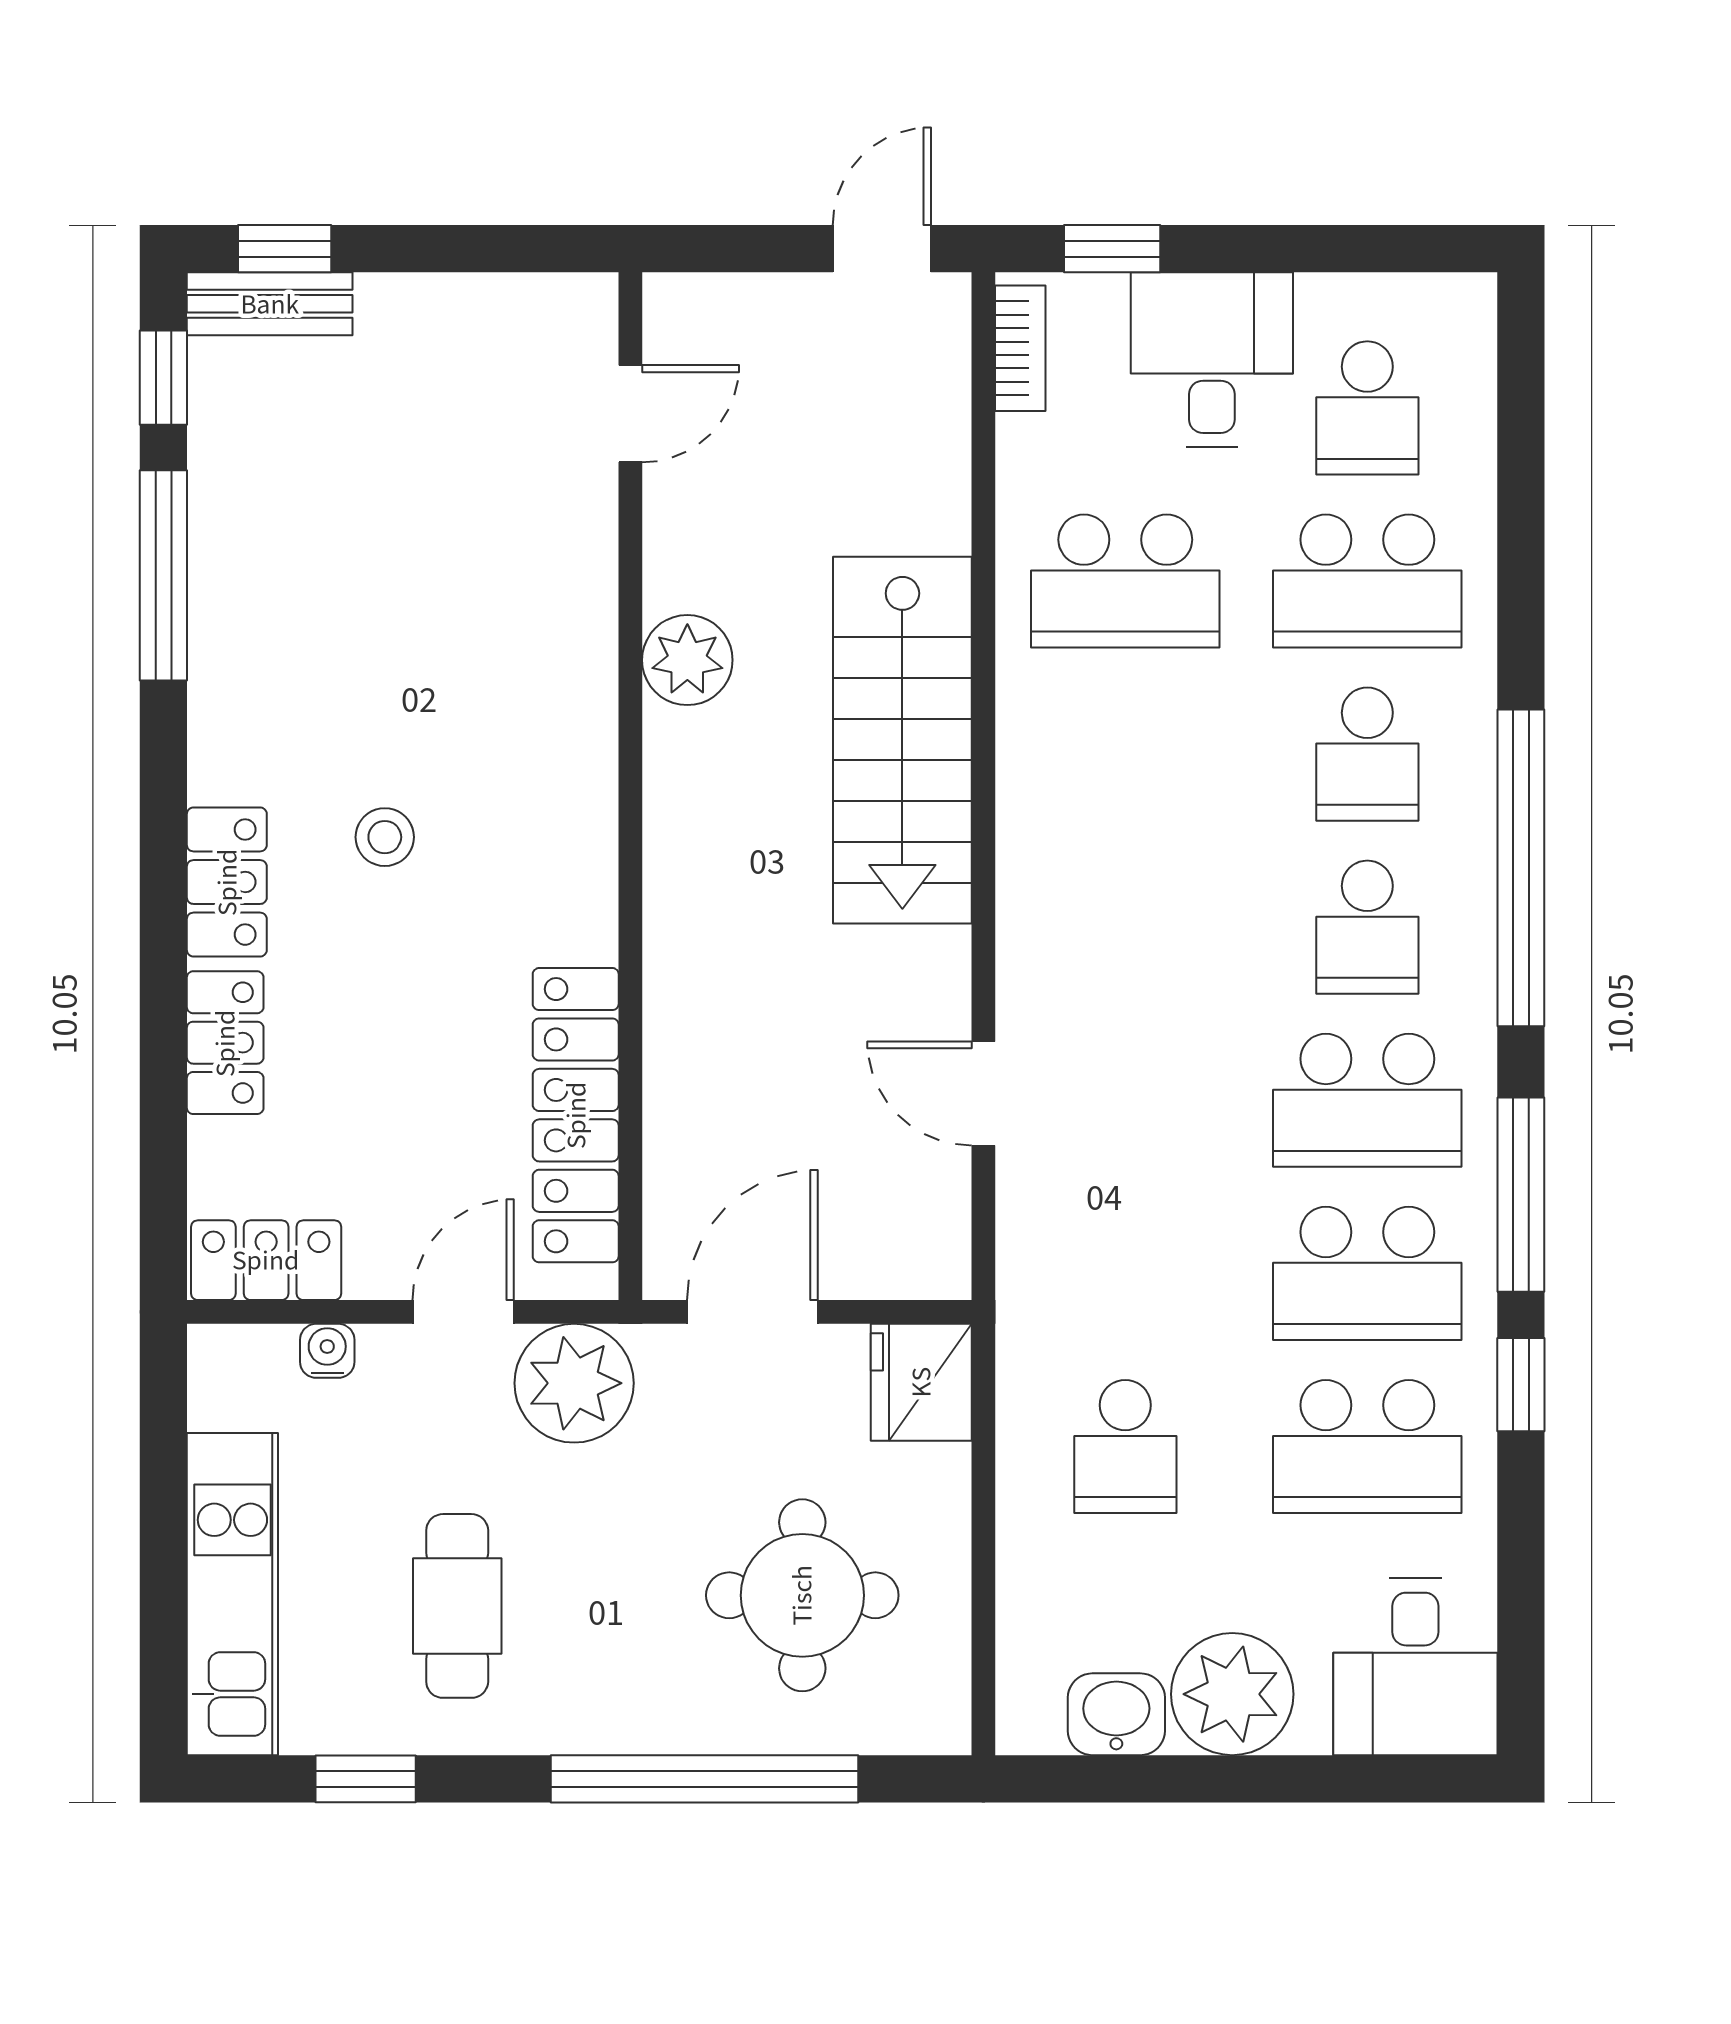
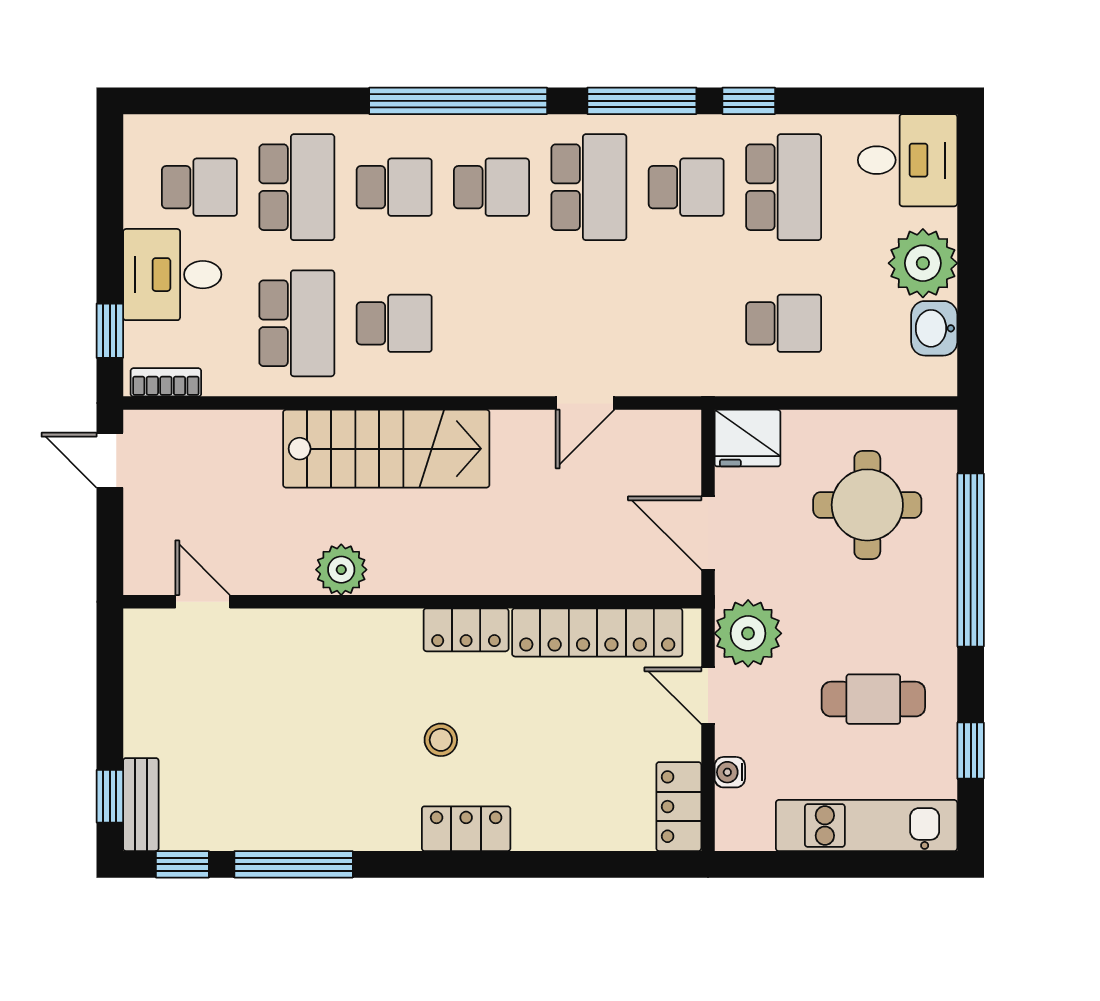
school desk: (1125, 754) -> (394, 323), added
locker: (225, 1043) -> (466, 630), moved, turned 180
school desk: (1367, 1273) -> (686, 187), width x0.54

